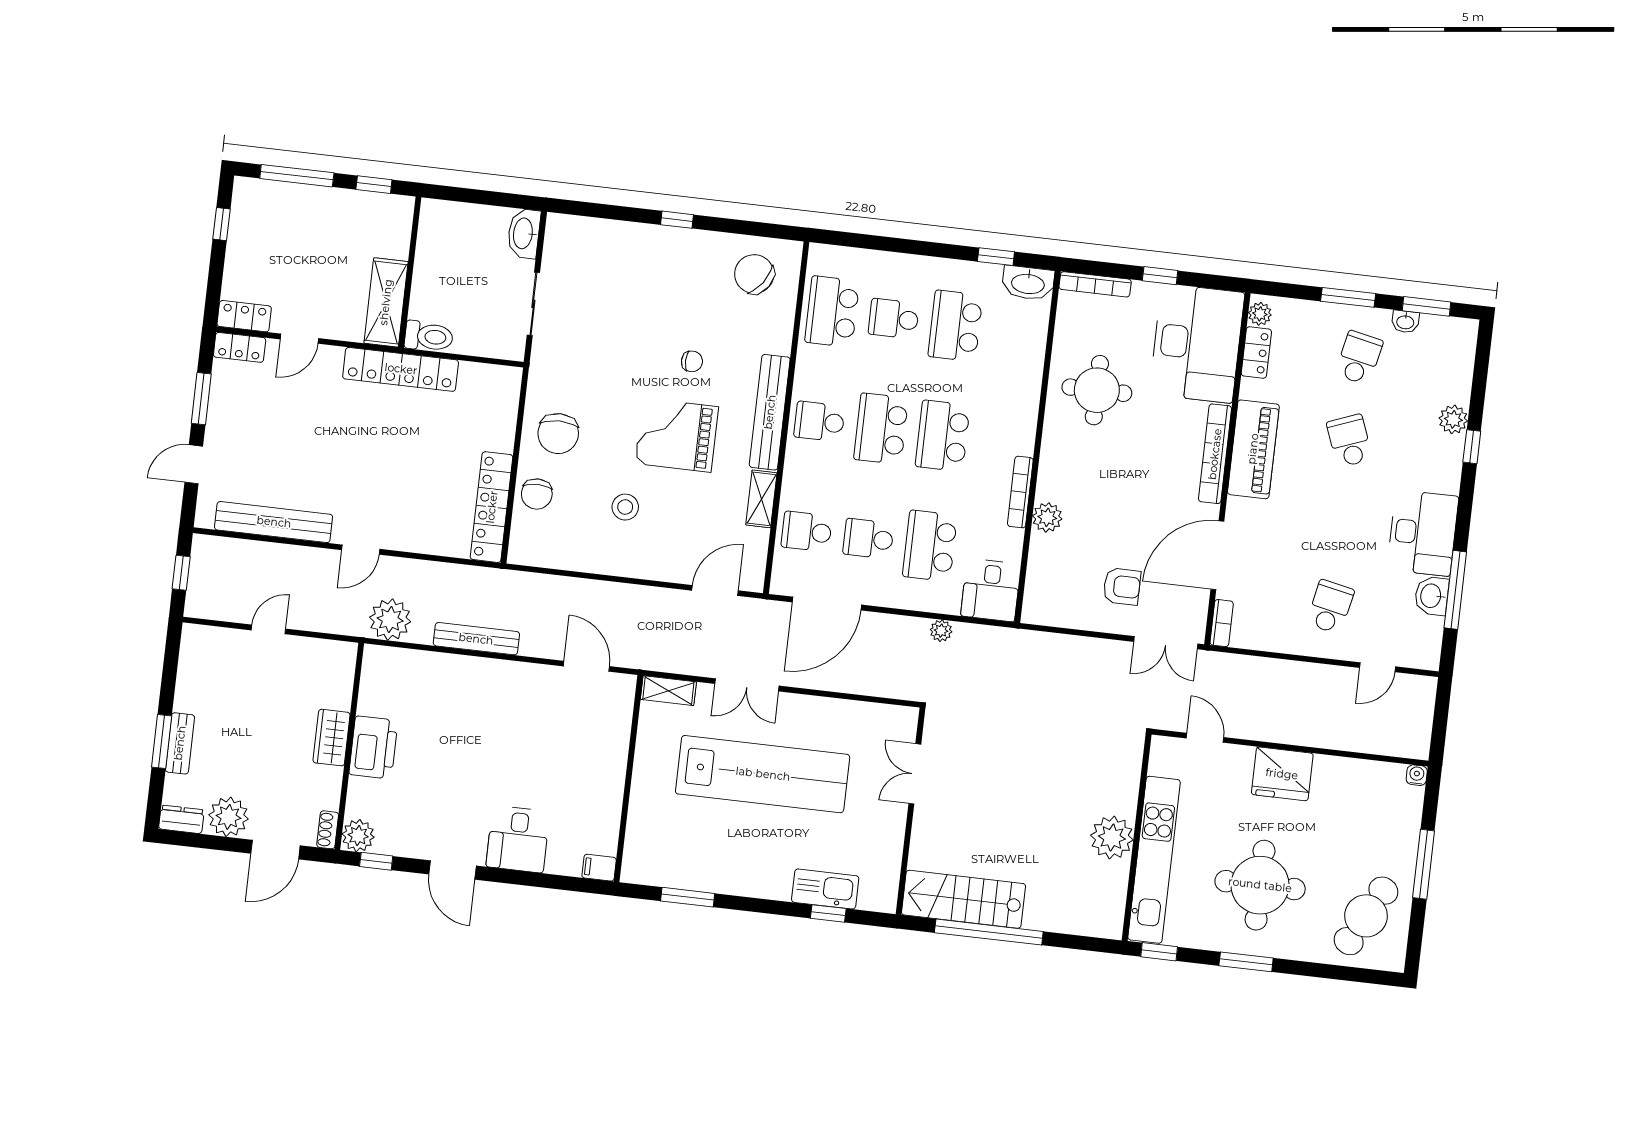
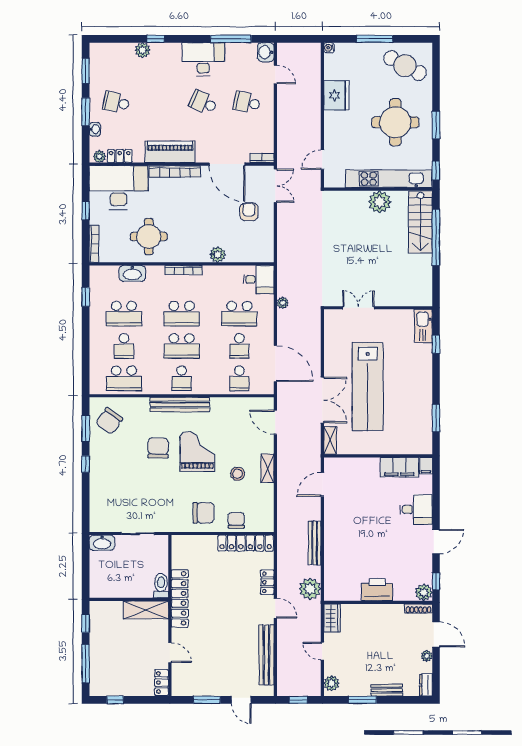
window: (745, 228) -> (86, 429), added
washbasin: (1028, 283) -> (132, 273), moved, turned 90
washbasin: (1405, 322) -> (95, 129), moved
locker: (240, 347) -> (267, 582), moved, turned 180
chair: (692, 361) -> (158, 448), width x1.87, depth x1.87
grand piano: (677, 435) -> (197, 451), turned 180
school desk: (1349, 441) -> (203, 103), moved, turned 45
bookcase: (1020, 492) -> (183, 270), moved
chair: (537, 494) -> (236, 520), turned -90
shelving: (761, 499) -> (267, 468), moved, turned 90
washbasin: (1432, 596) -> (266, 52), moved, turned 90
plant: (205, 640) -> (332, 683), added
double door: (747, 685) -> (322, 400), width x1.37
wardrobe: (332, 738) -> (332, 618), moved, turned -90
window: (162, 741) -> (363, 700), moved
lab bench: (763, 774) -> (368, 387), turned 180
double door: (915, 774) -> (358, 308), swing flipped
fridge: (1282, 774) -> (336, 95), moved
plant: (228, 817) -> (427, 656), width x0.53, depth x0.53
filing cabinet: (602, 817) -> (399, 467), added
shoe rack: (328, 830) -> (418, 609), width x1.43
kitchen sink: (825, 889) -> (423, 326), moved
stairs: (964, 899) -> (420, 222), moved
window: (989, 932) -> (436, 237), moved

